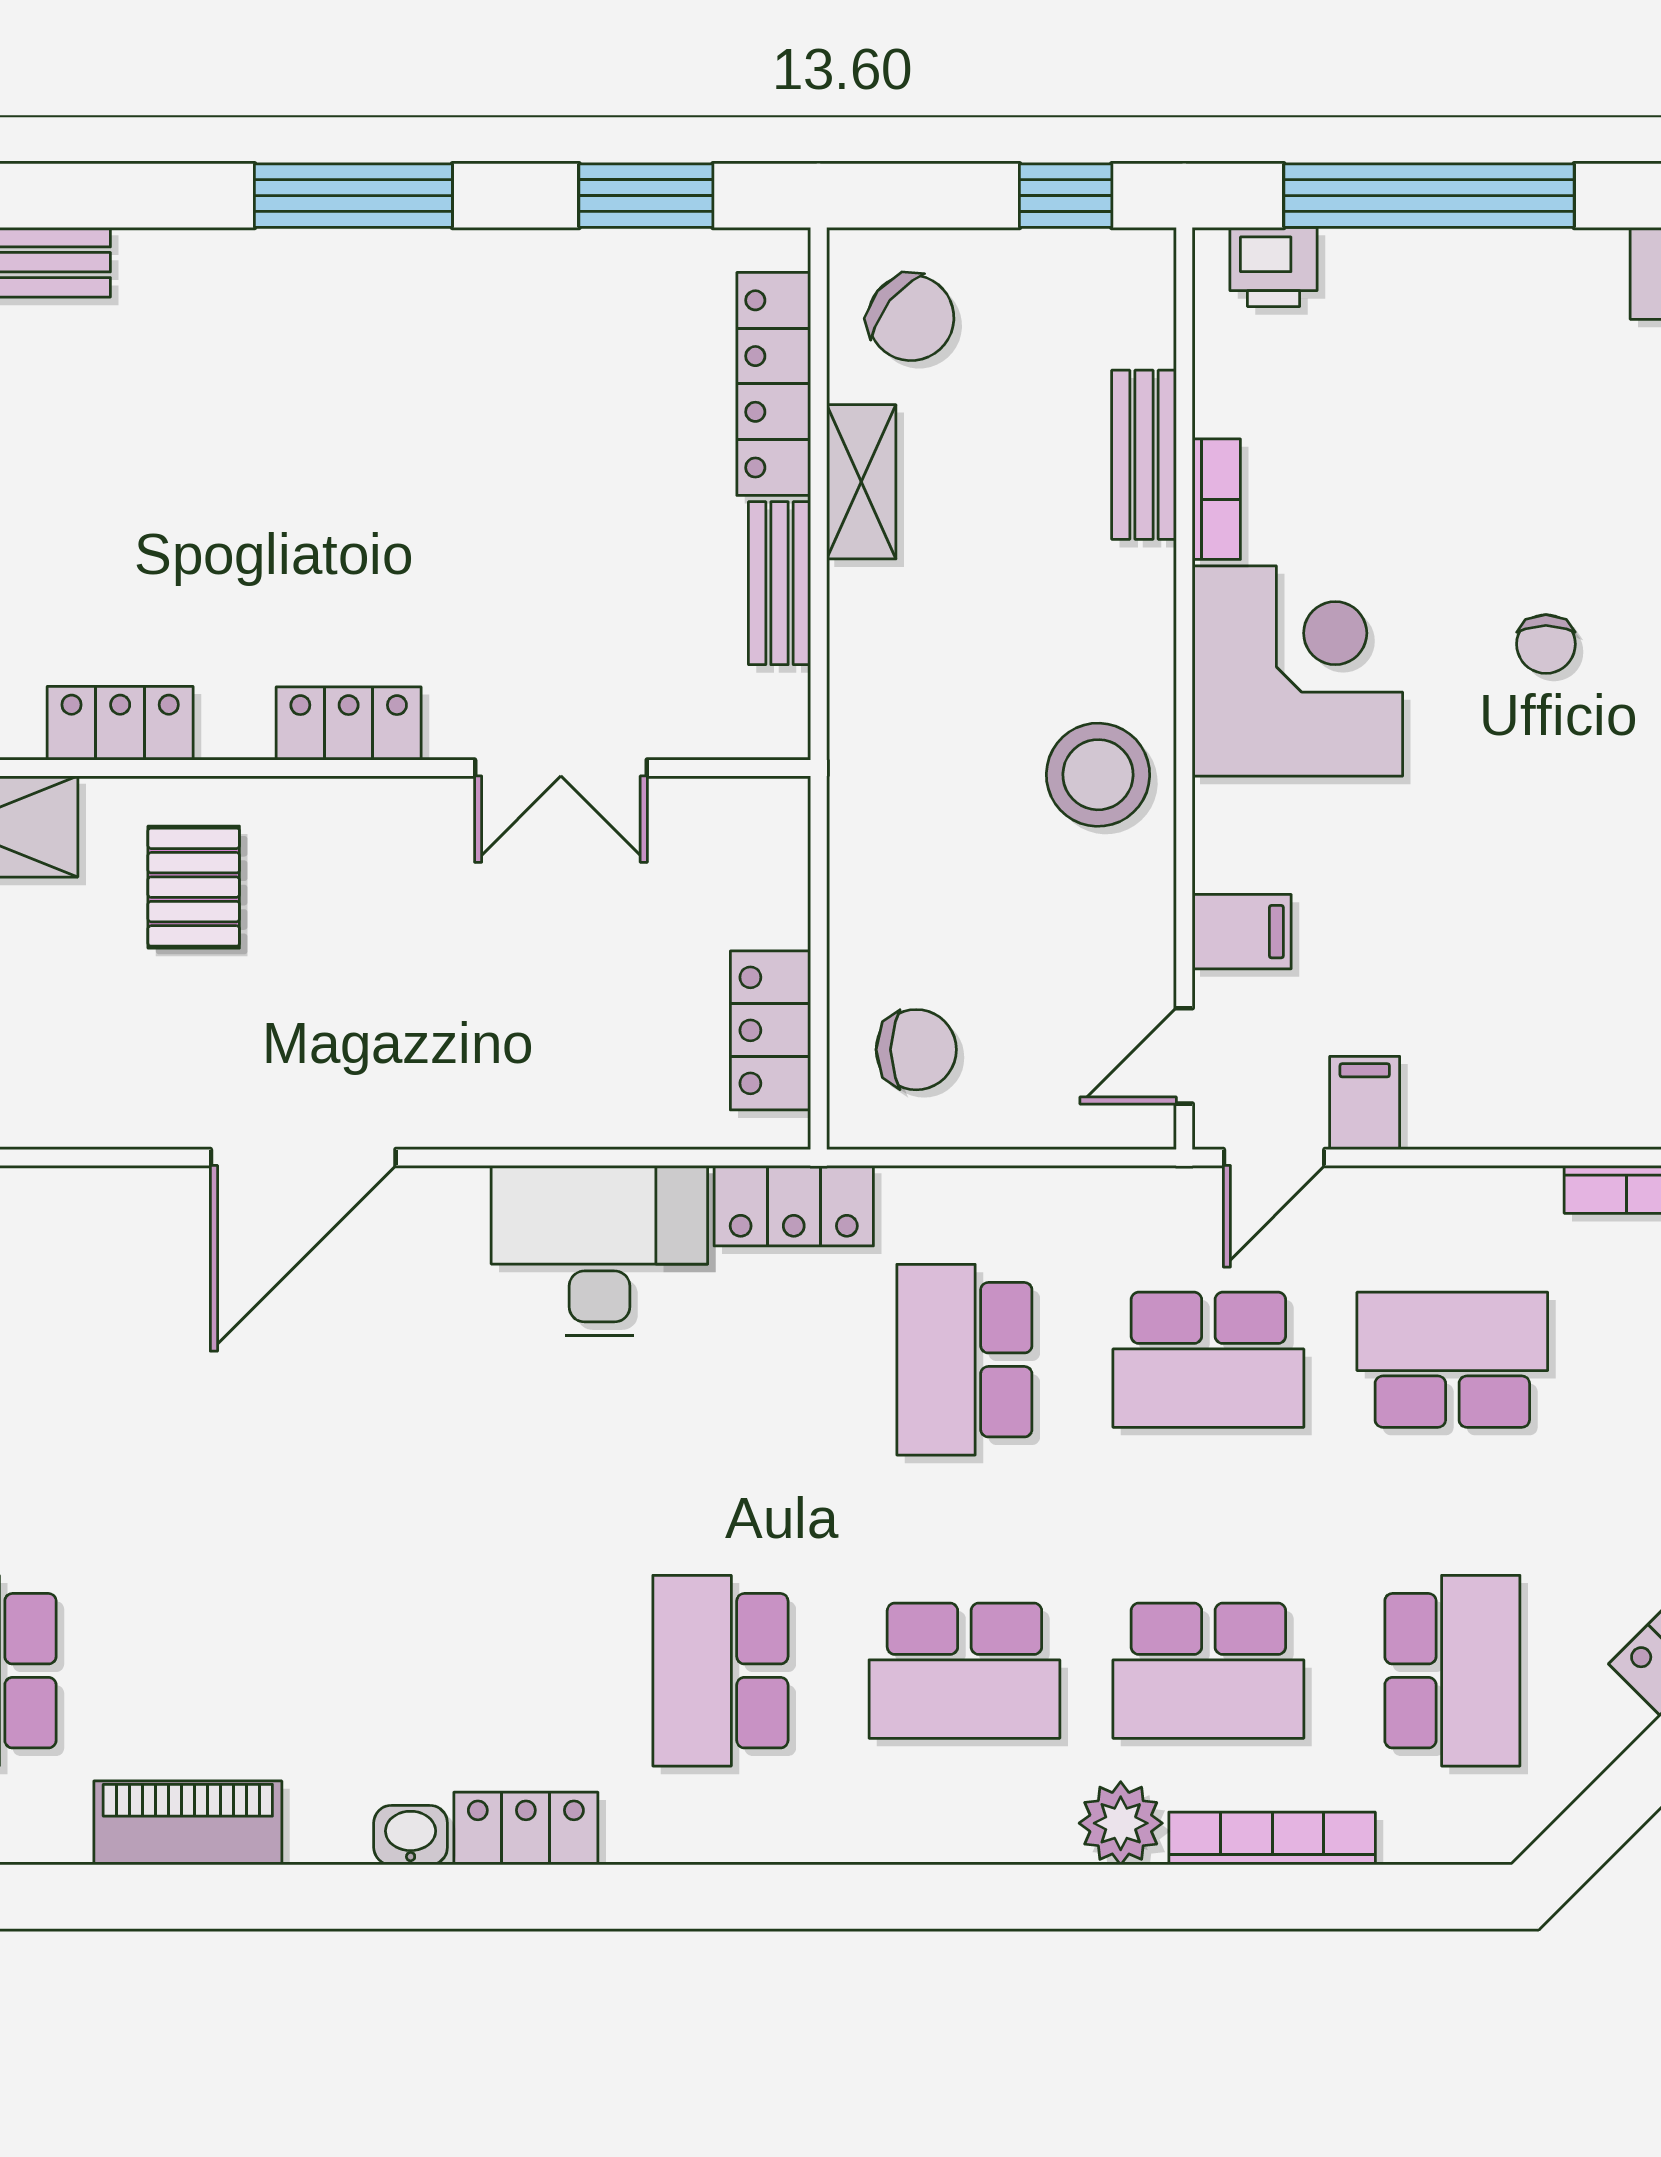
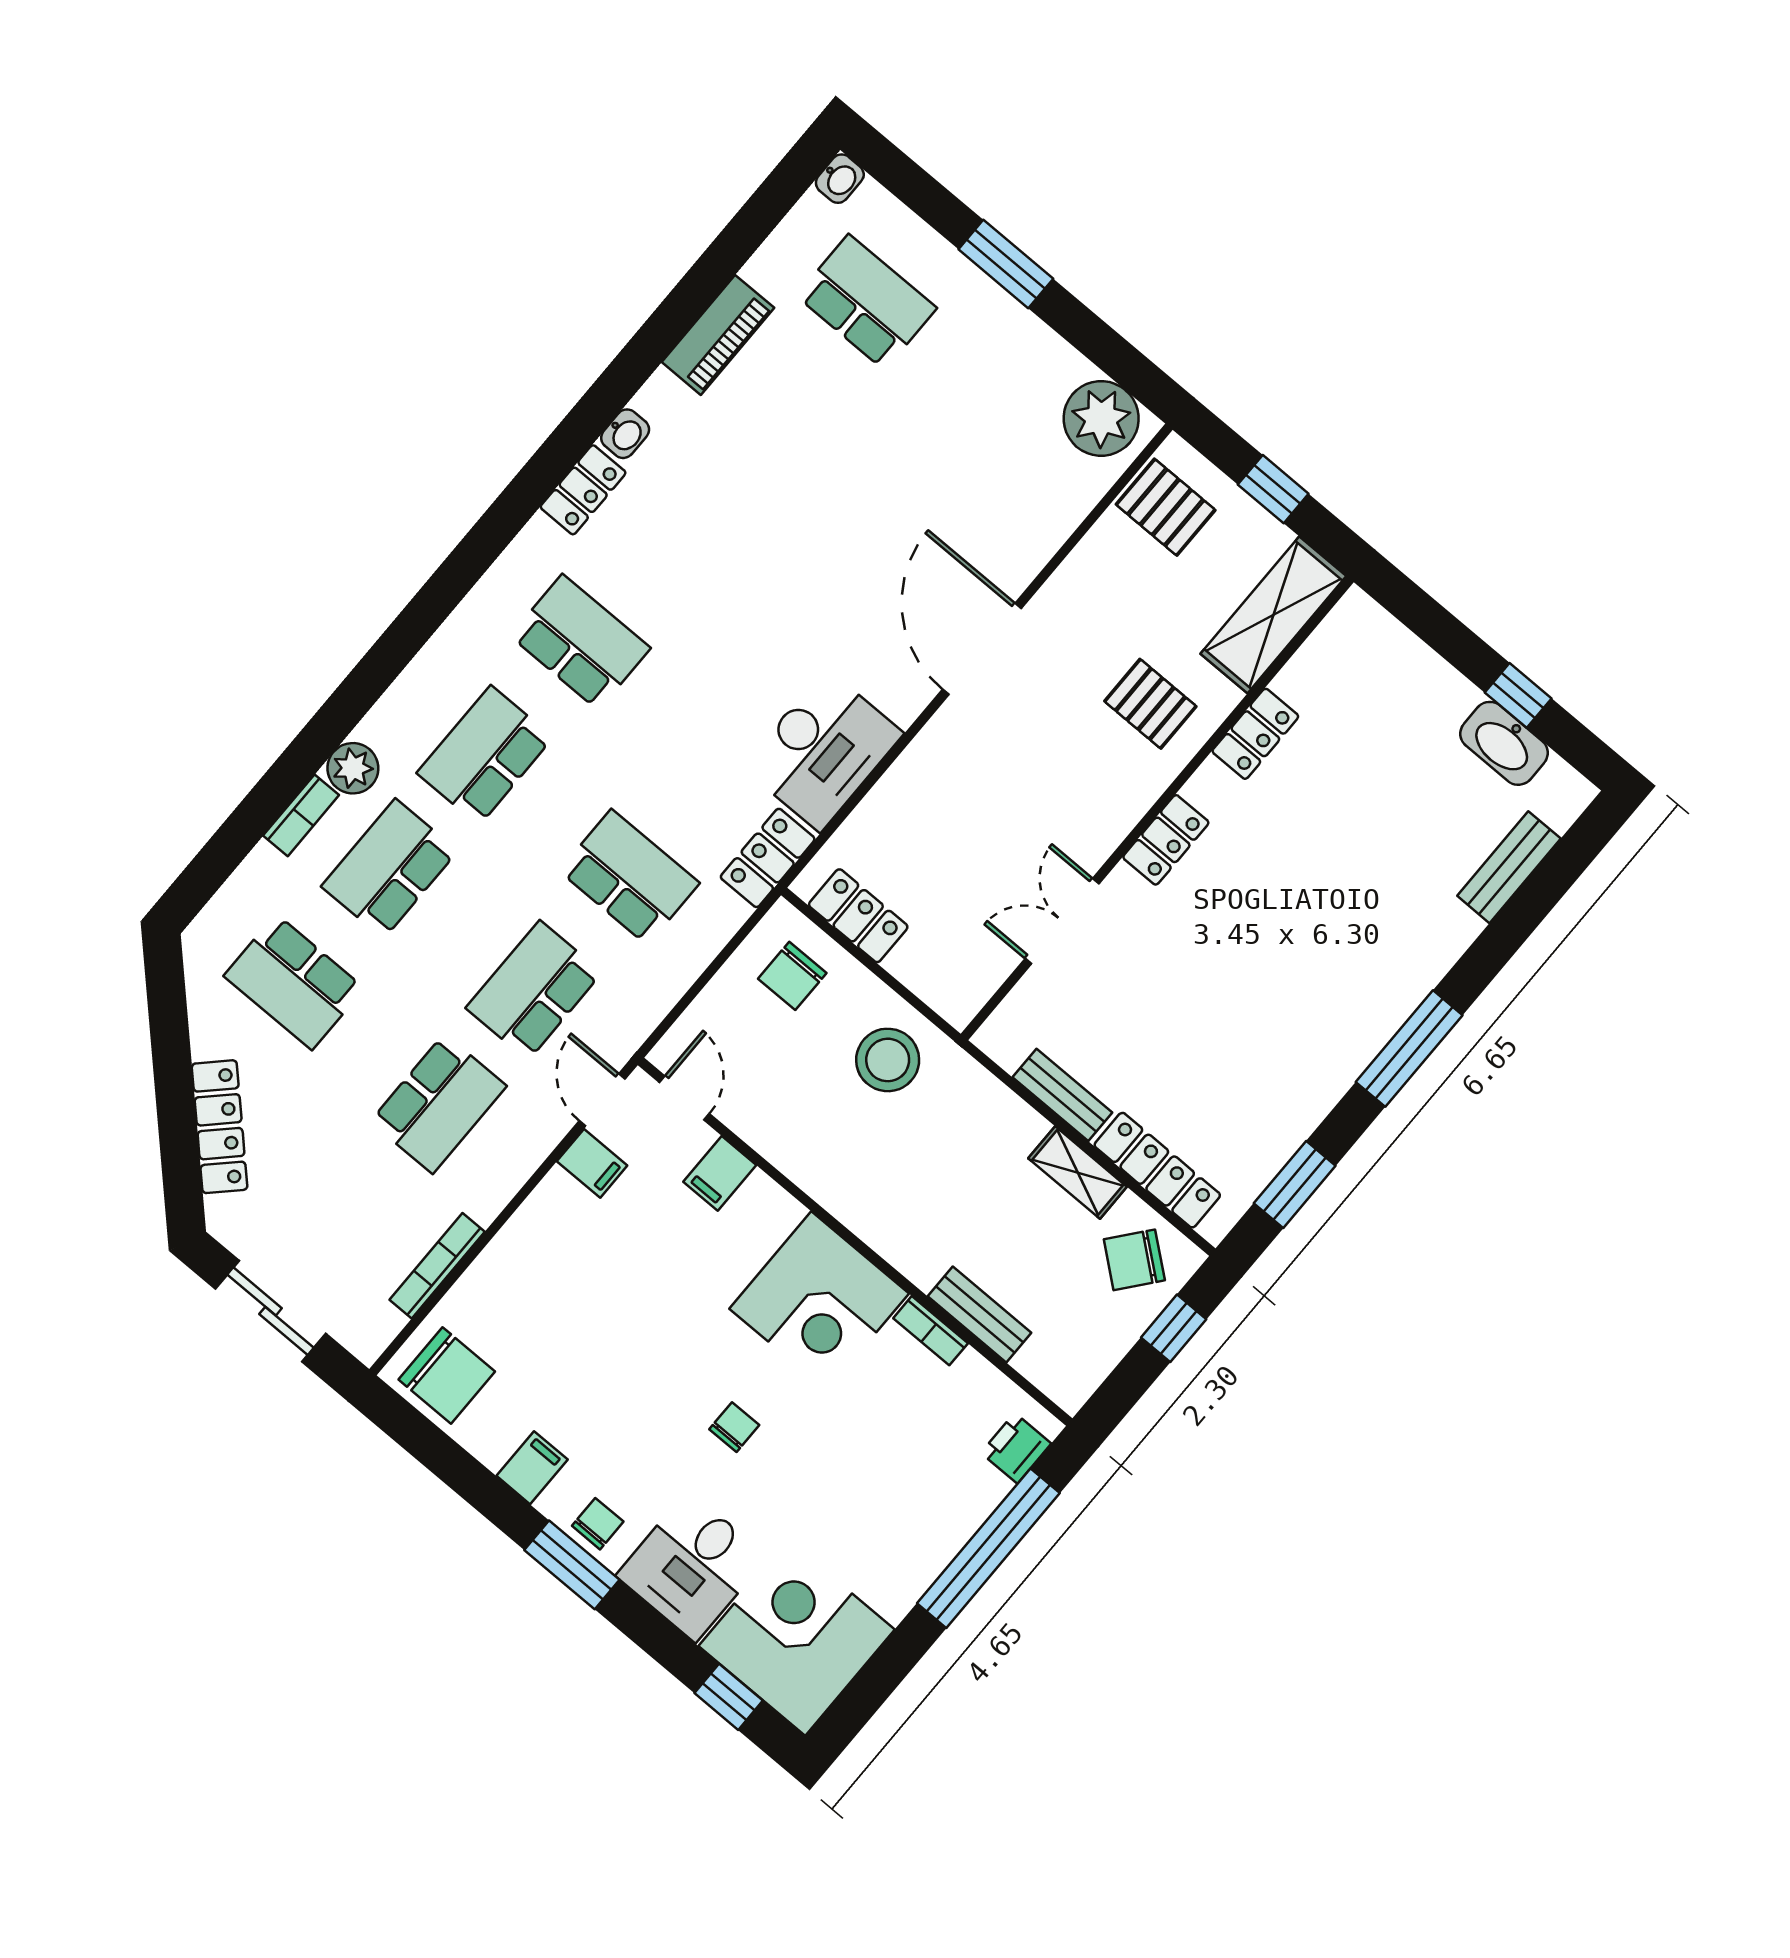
window: (1066, 196) -> (1174, 1328), moved
chair: (1546, 644) -> (734, 1427), turned 90
stool: (1098, 775) -> (888, 1060), moved
bookcase: (1272, 1839) -> (301, 815), width x0.64

